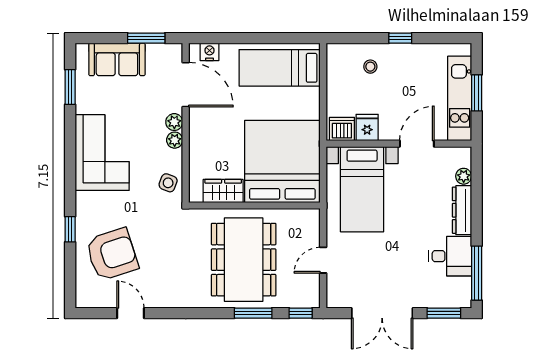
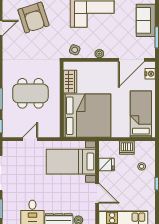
plant: (174, 122) -> (110, 53), removed
dishwasher: (342, 129) -> (127, 148), moved, turned 90
dining table: (244, 260) -> (30, 93), width x0.73, depth x0.80
door: (323, 260) -> (30, 139), hinge flipped

